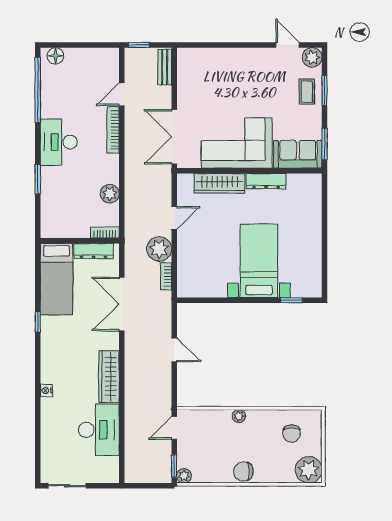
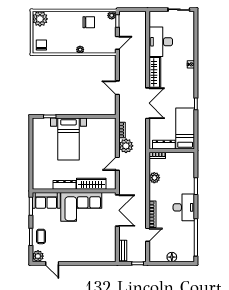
floor lamp: (55, 56) -> (172, 257), moved
double door: (122, 304) -> (148, 103), moved
chair: (292, 434) -> (41, 45), moved
chair: (243, 471) -> (89, 22), moved

